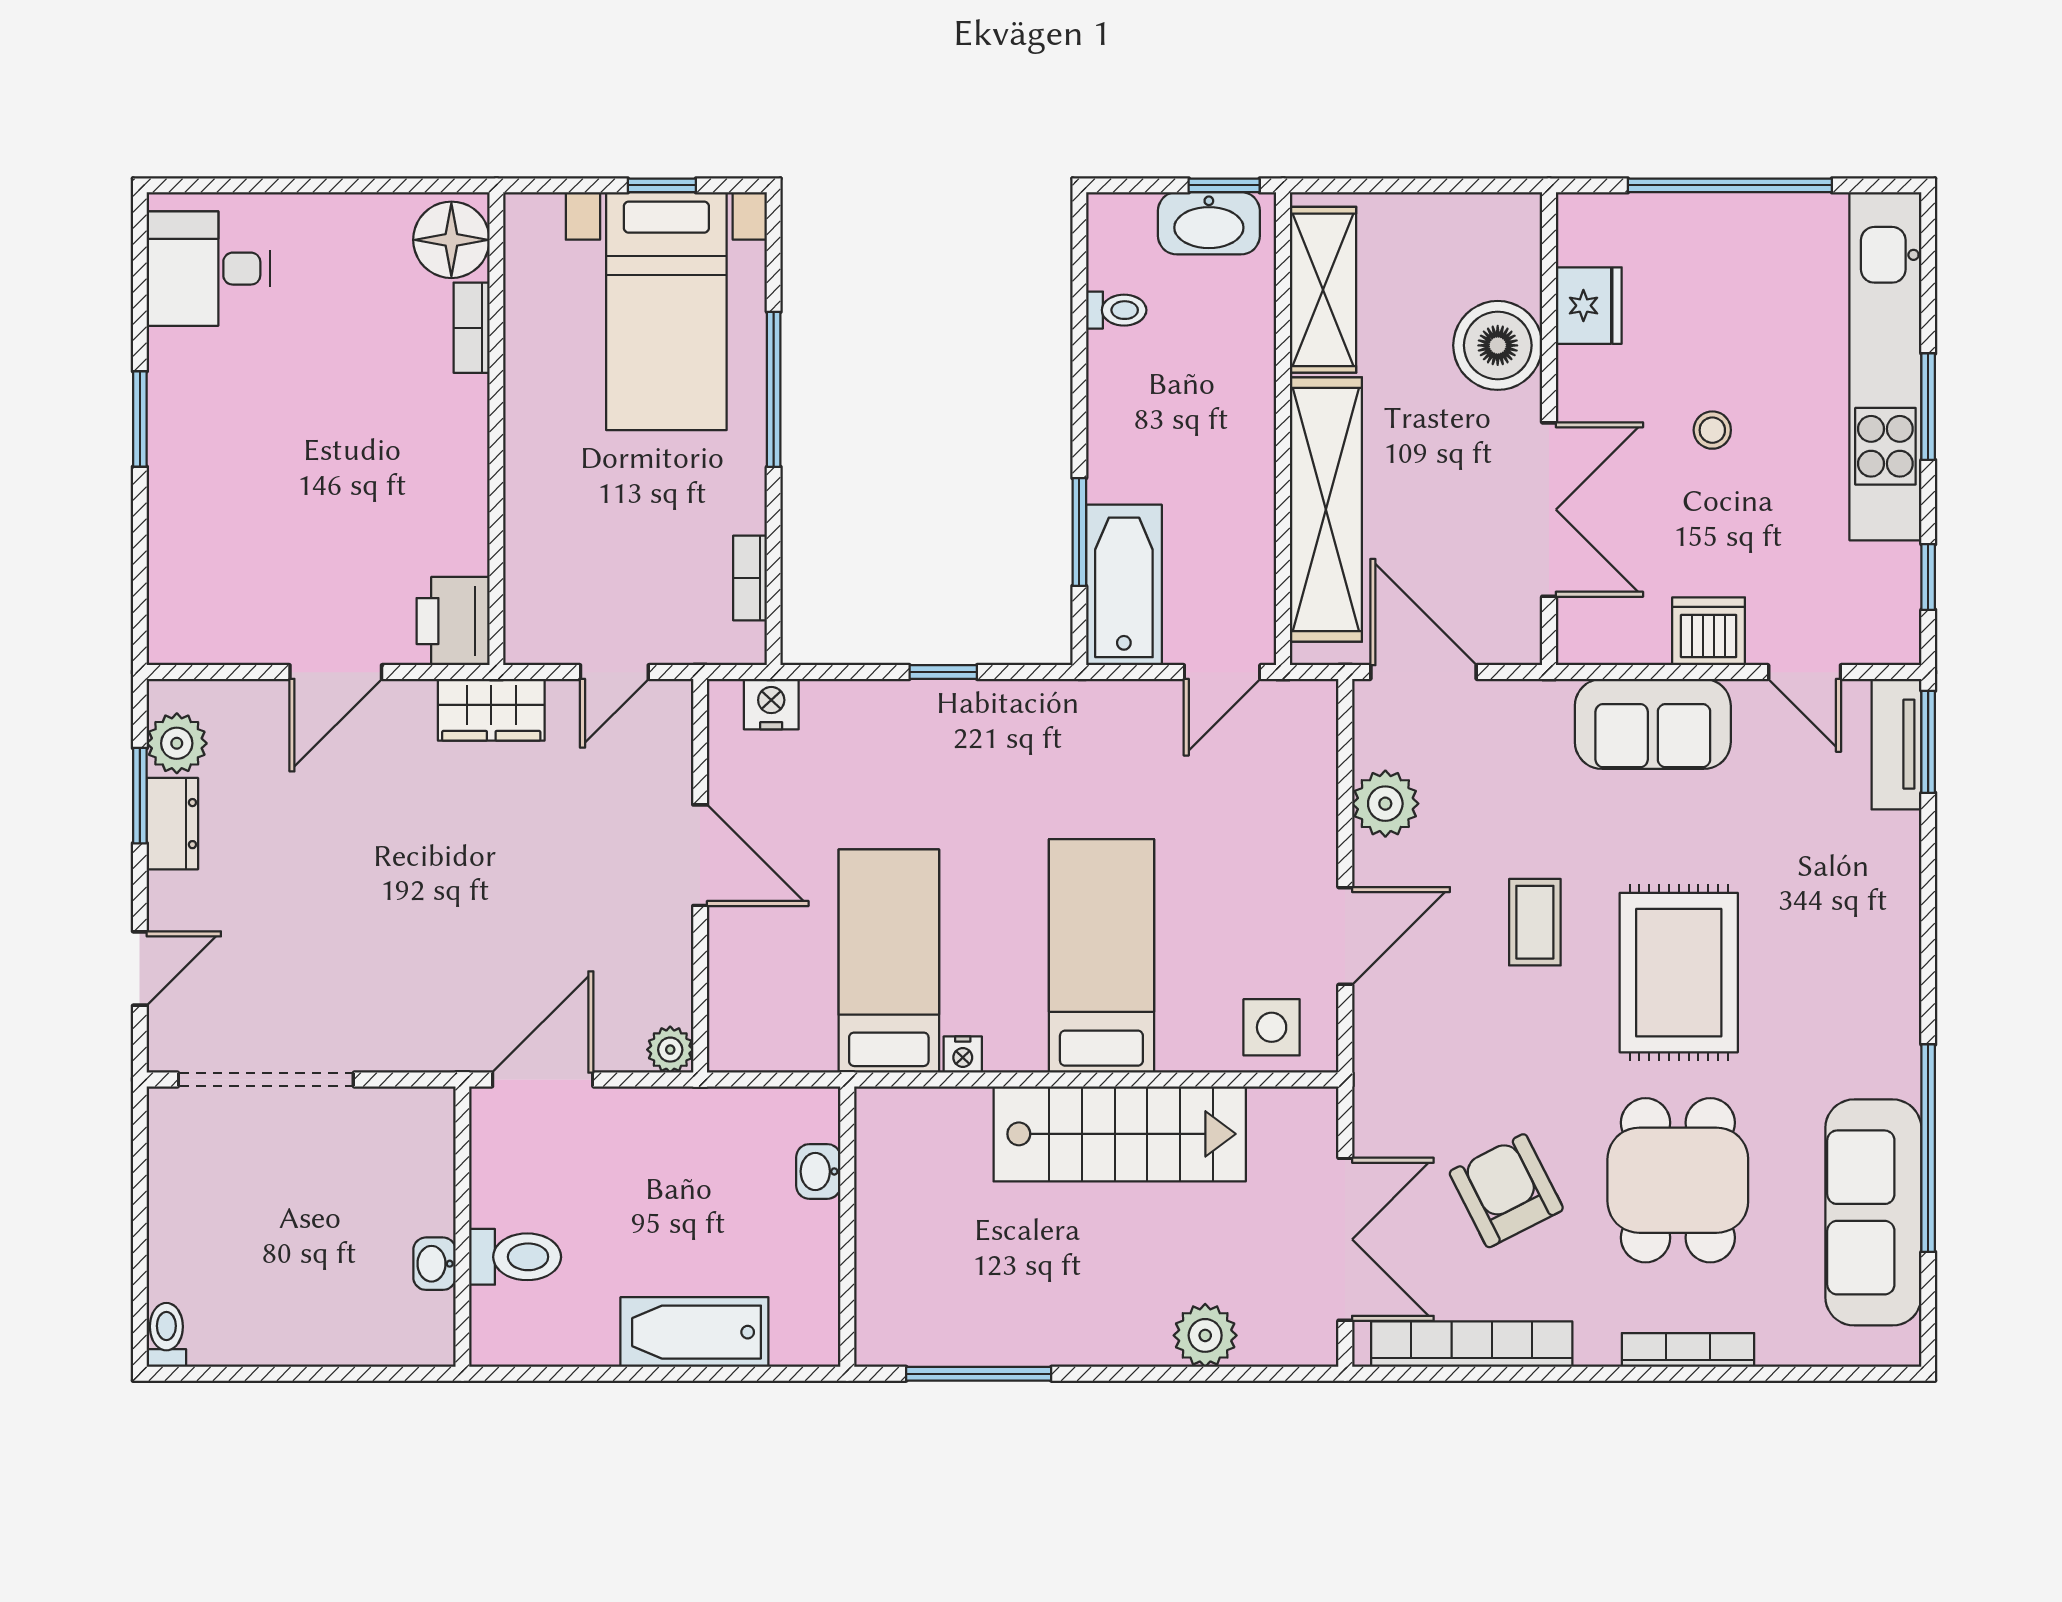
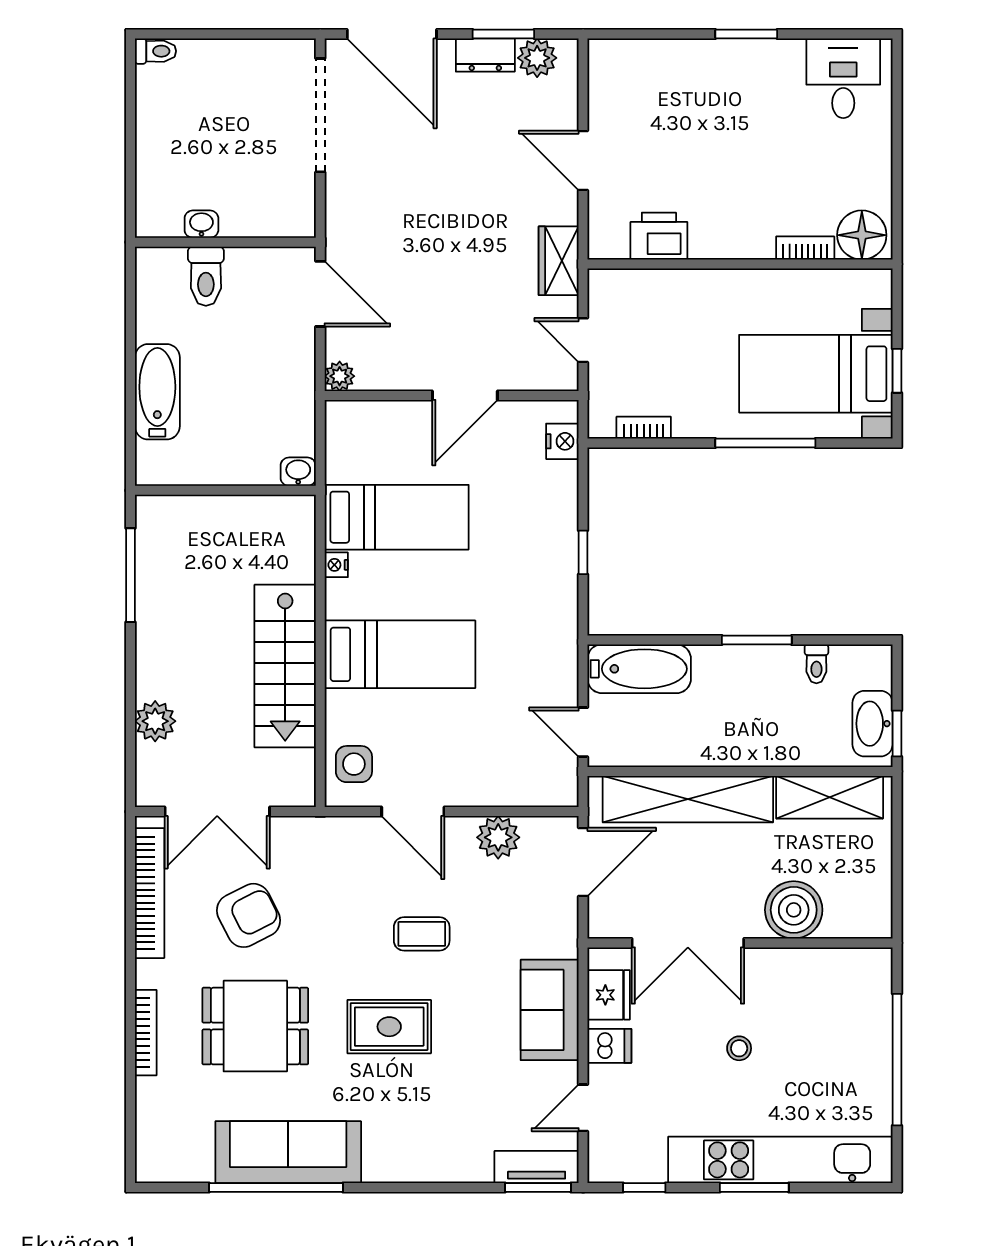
fridge: (1589, 306) -> (609, 995), moved, turned -90
window: (1079, 532) -> (757, 640), moved
printer: (453, 621) -> (659, 236), moved
dishwasher: (1709, 631) -> (609, 1046), width x0.73
door: (140, 968) -> (392, 34), width x1.88
rug: (1679, 973) -> (389, 1027), width x0.73, depth x0.70
washbasin: (818, 1171) -> (298, 472), moved
sofa: (1873, 1212) -> (288, 1152), moved

